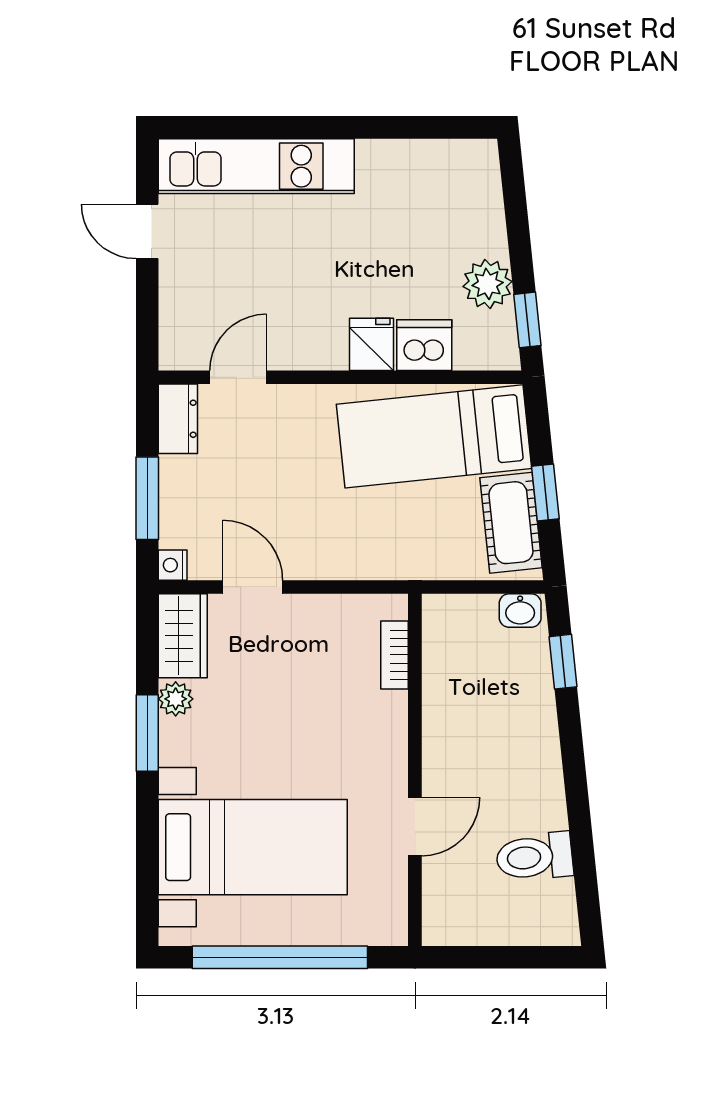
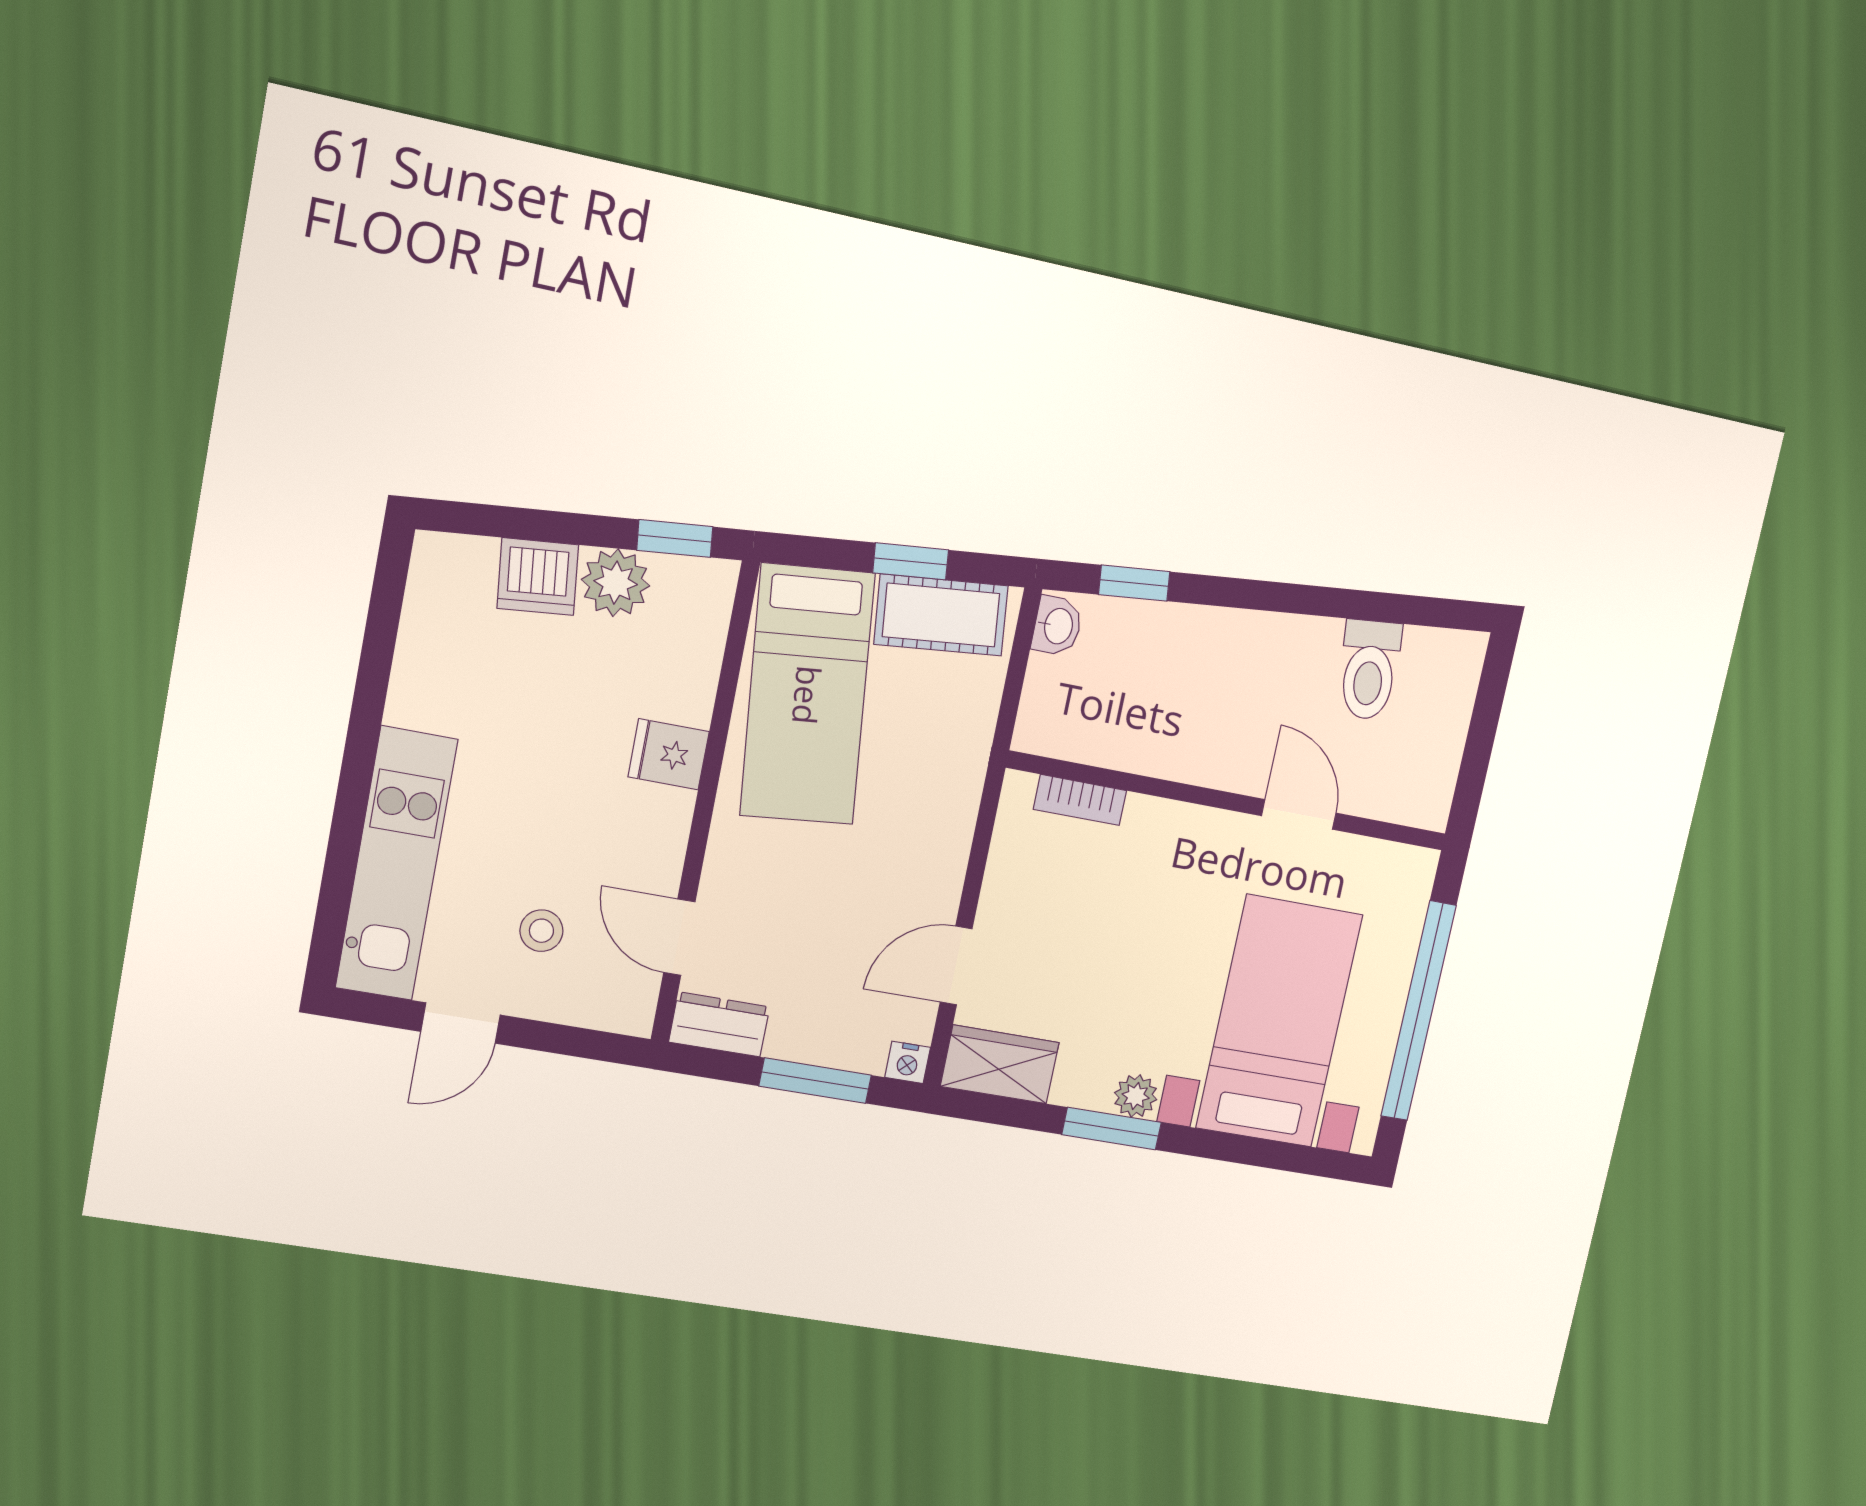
stool: (226, 277) -> (541, 931), added
dishwasher: (424, 345) -> (538, 577), moved, turned -96
plant: (176, 699) -> (1136, 1096), moved

